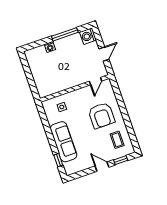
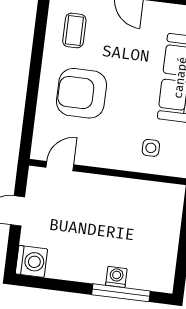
window: (65, 34) -> (121, 293), moved
armchair: (101, 115) -> (81, 93), turned -90

